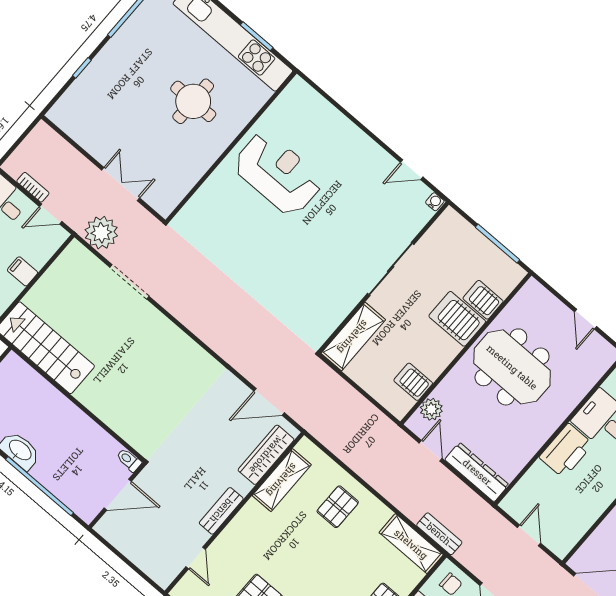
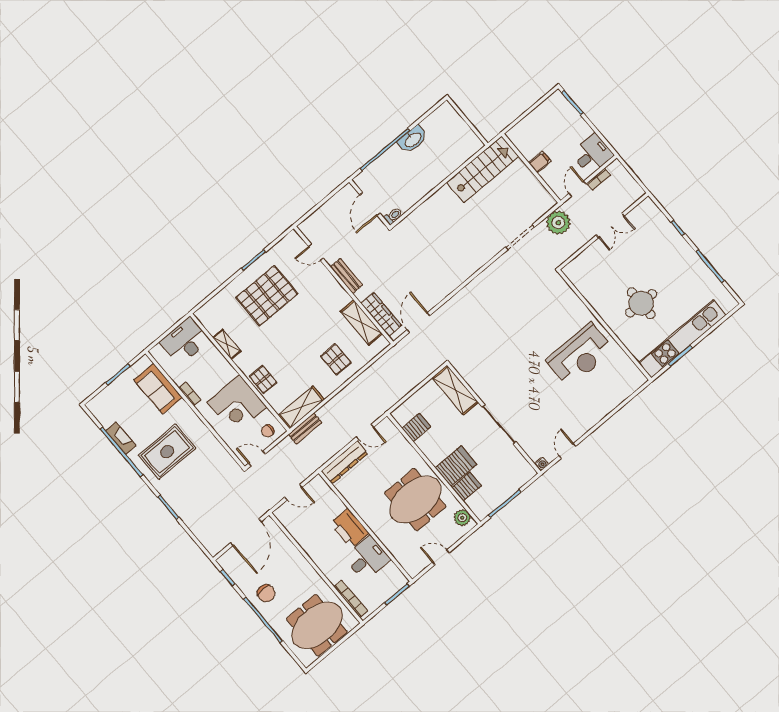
double door: (121, 184) -> (610, 226), moved
plant: (431, 409) -> (462, 518), moved

